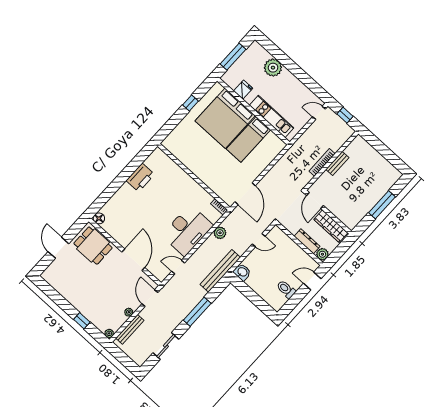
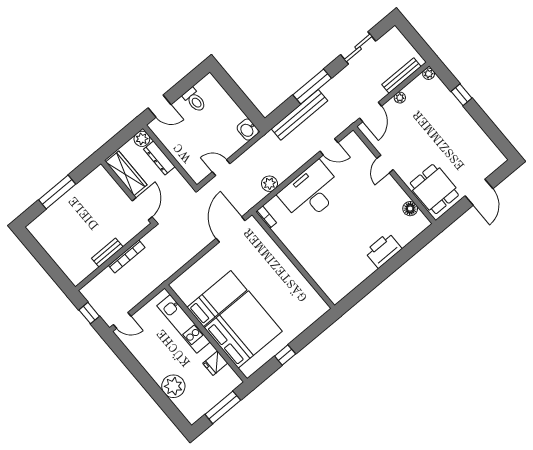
printer: (140, 178) -> (383, 250), moved
floor lamp: (99, 218) -> (410, 209), moved
door: (133, 260) -> (385, 164), width x0.53
bench: (220, 271) -> (299, 115), moved

